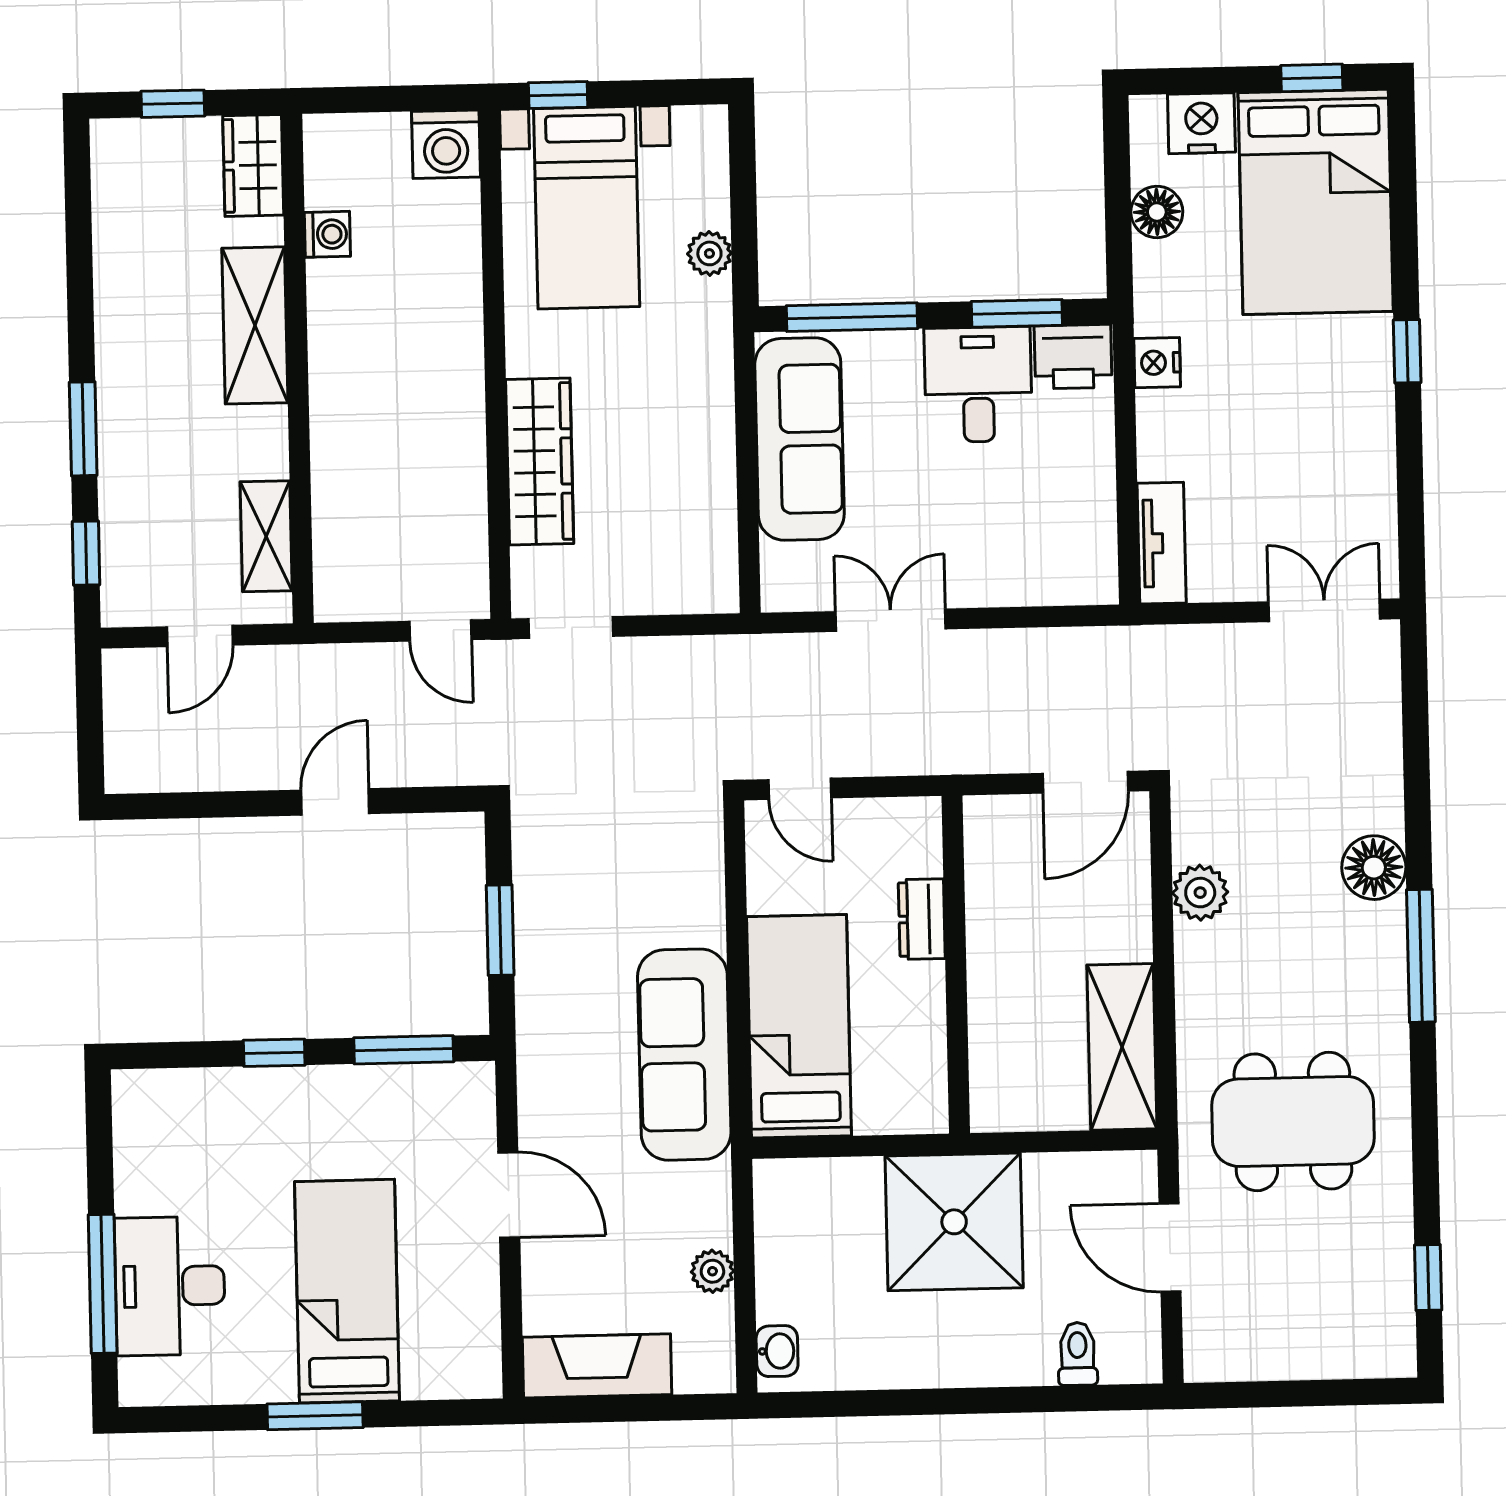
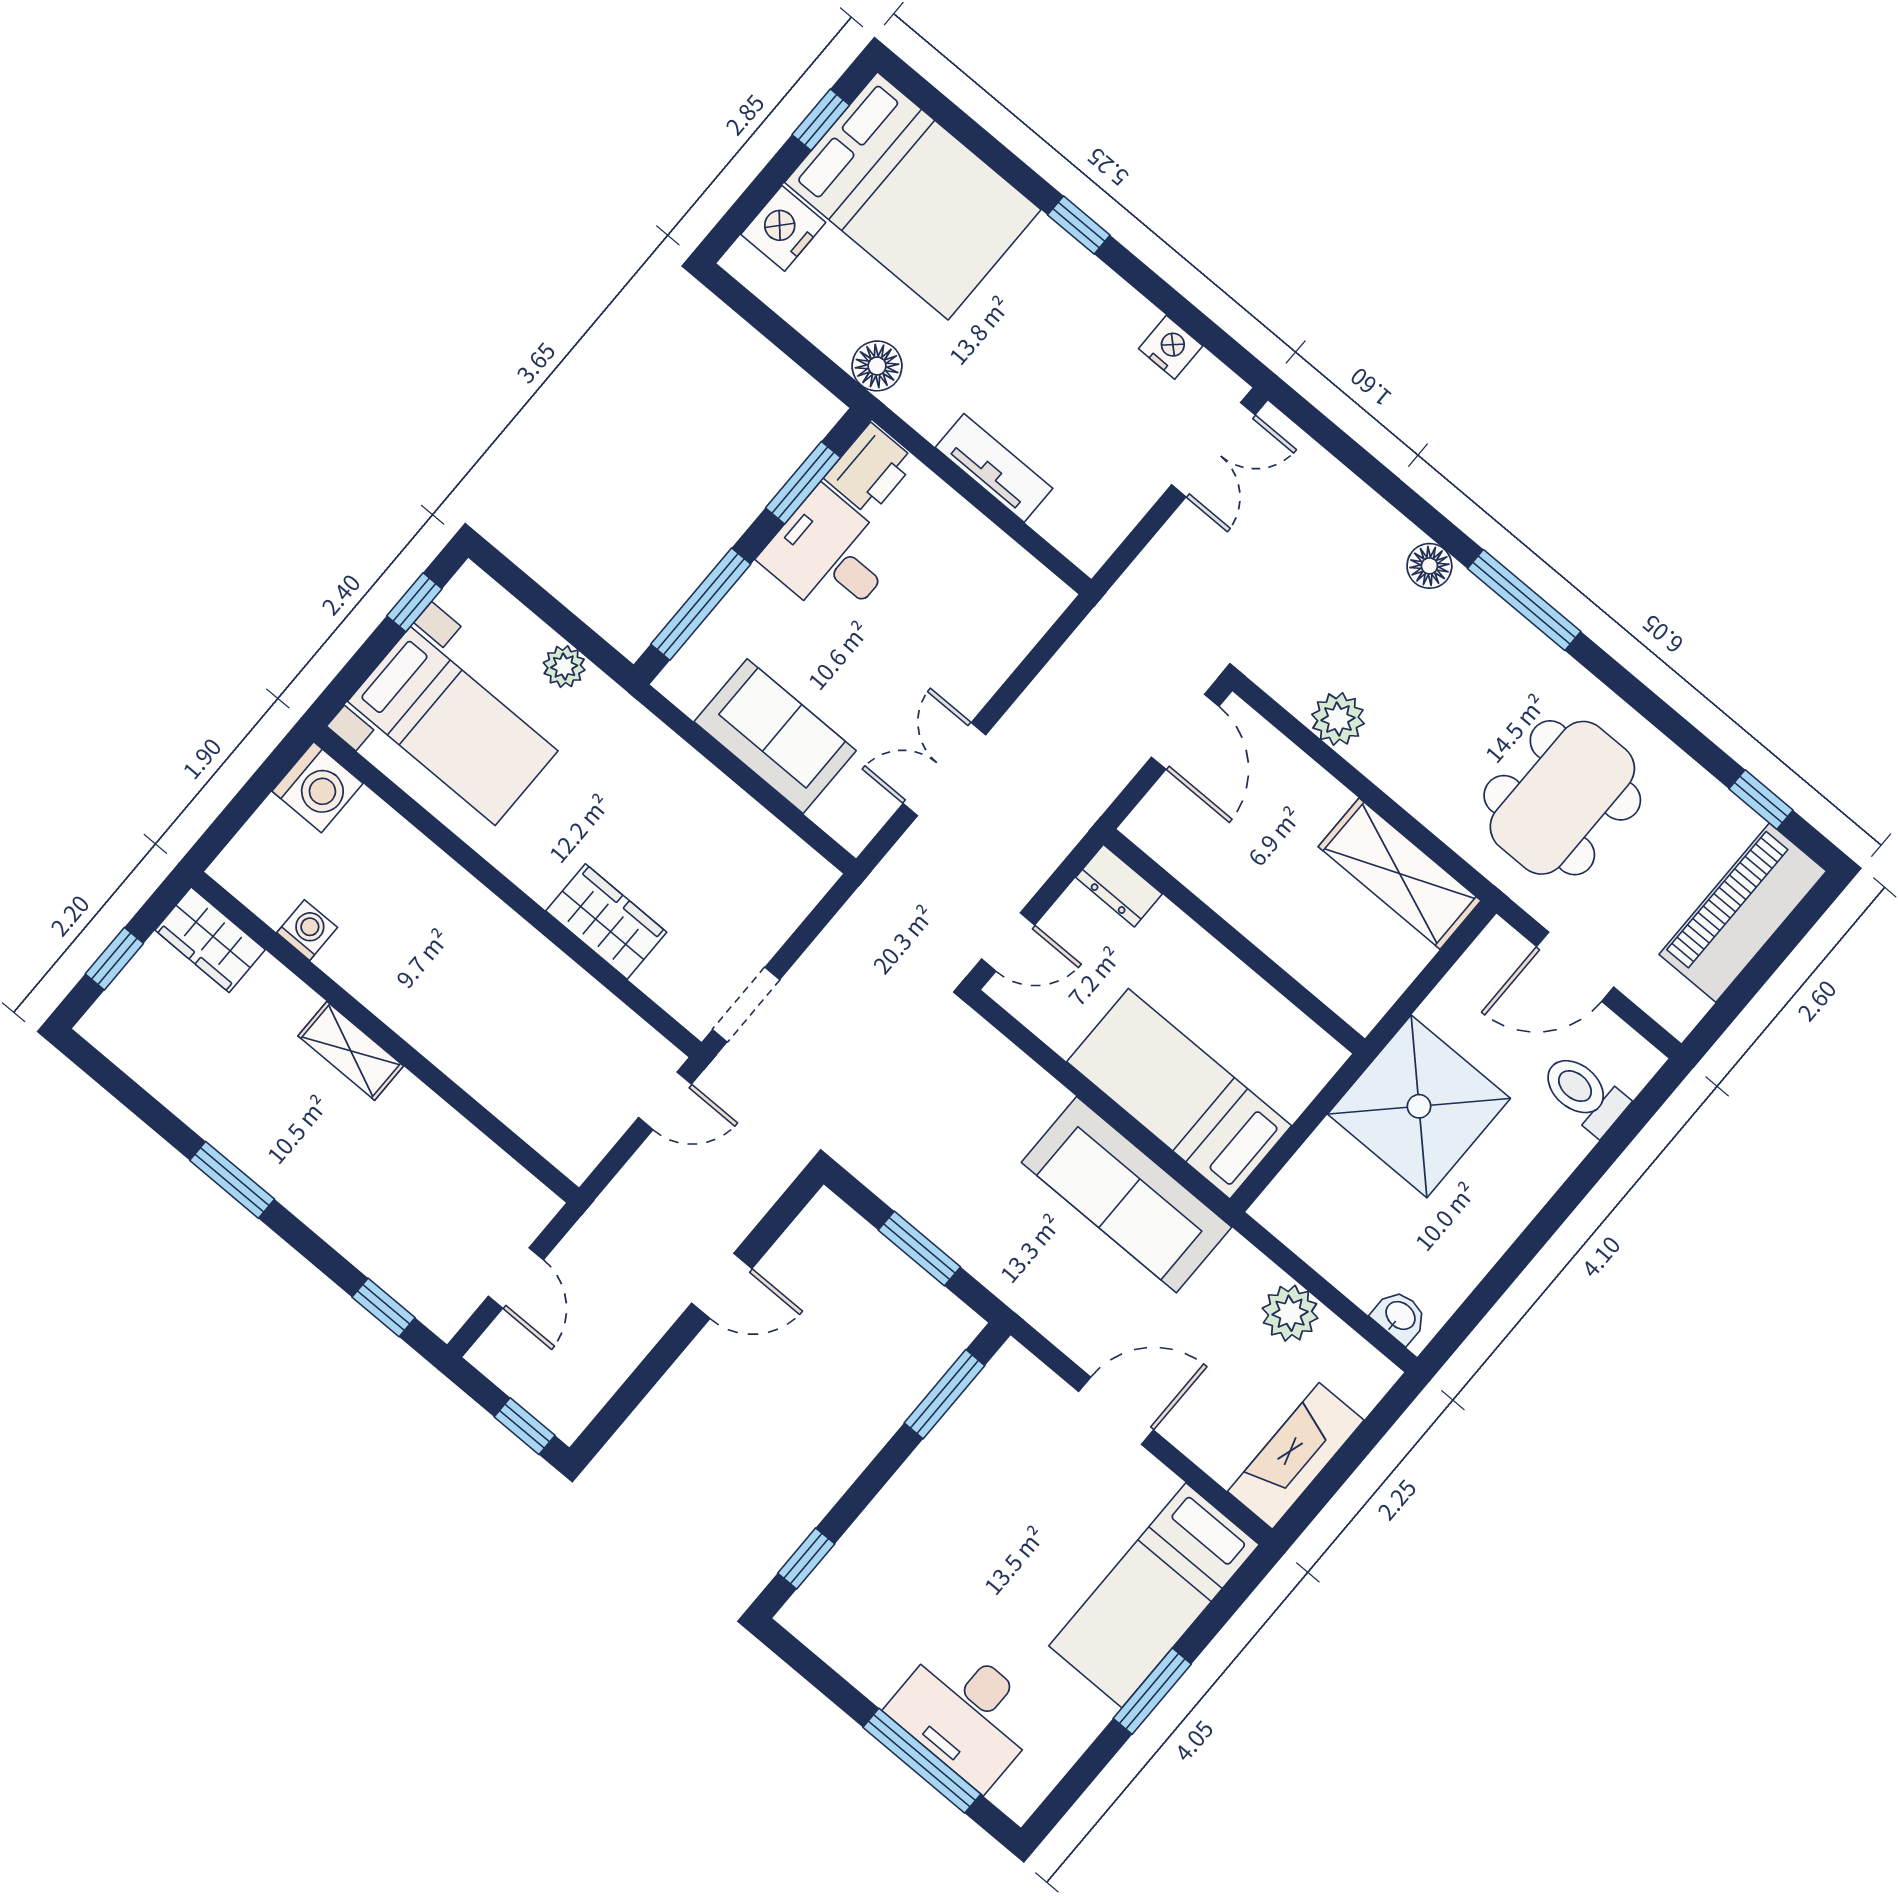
window: (558, 95) -> (414, 602), moved
floor lamp: (1157, 212) -> (877, 366), moved
shelving: (255, 325) -> (351, 1051), width x0.67, depth x0.75
nightstand: (1157, 363) -> (1171, 347), moved, turned 180
window: (83, 429) -> (232, 1180), moved
sofa: (800, 439) -> (775, 736), width x0.73
wardrobe: (540, 462) -> (606, 922), width x0.67
shelving: (266, 536) -> (486, 1167), removed
tv unit: (1162, 543) -> (994, 468), moved
double door: (1324, 610) -> (1213, 450), swing flipped
window: (90, 745) -> (525, 1426), added
door: (335, 802) -> (722, 1286), swing flipped
floor lamp: (1374, 868) -> (1429, 566), width x0.73, depth x0.73
dresser: (922, 919) -> (1119, 886), moved
window: (274, 1053) -> (806, 1558), moved
plant: (712, 1271) -> (1290, 1313), width x1.38, depth x1.38
bed: (347, 1291) -> (1154, 1595), moved, turned -90
piano: (1327, 1341) -> (1743, 913), added
toilet: (1078, 1354) -> (1584, 1094), width x1.37, depth x1.39

